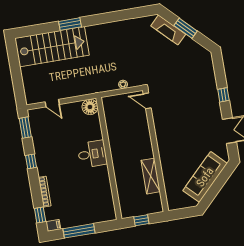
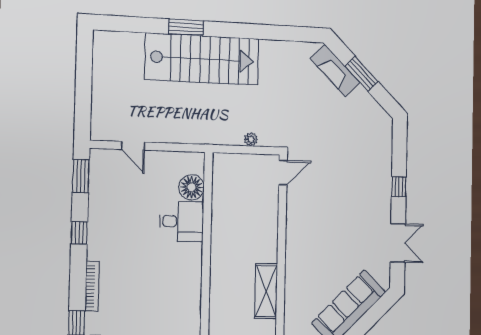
stairs: (52, 47) -> (202, 59), moved
door: (147, 101) -> (283, 173), swing flipped
floor lamp: (90, 107) -> (192, 187), moved
desk: (92, 154) -> (182, 221), moved

